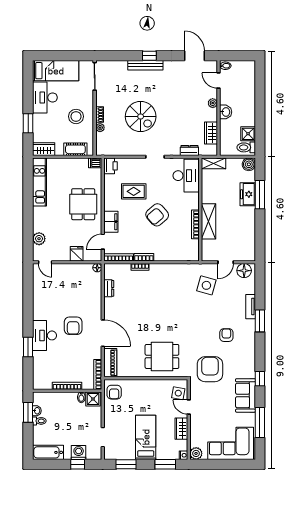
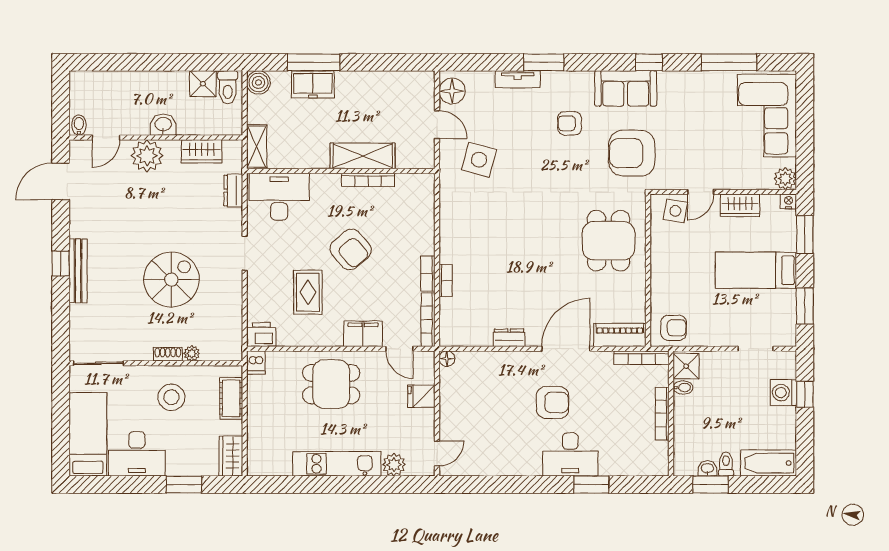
plant: (213, 103) -> (147, 156), width x1.87, depth x1.87
kitchen unit: (39, 182) -> (337, 464), moved
dresser: (109, 288) -> (509, 338), moved
sofa: (245, 395) -> (626, 88), moved
bathtub: (48, 452) -> (769, 463), moved, turned 90

